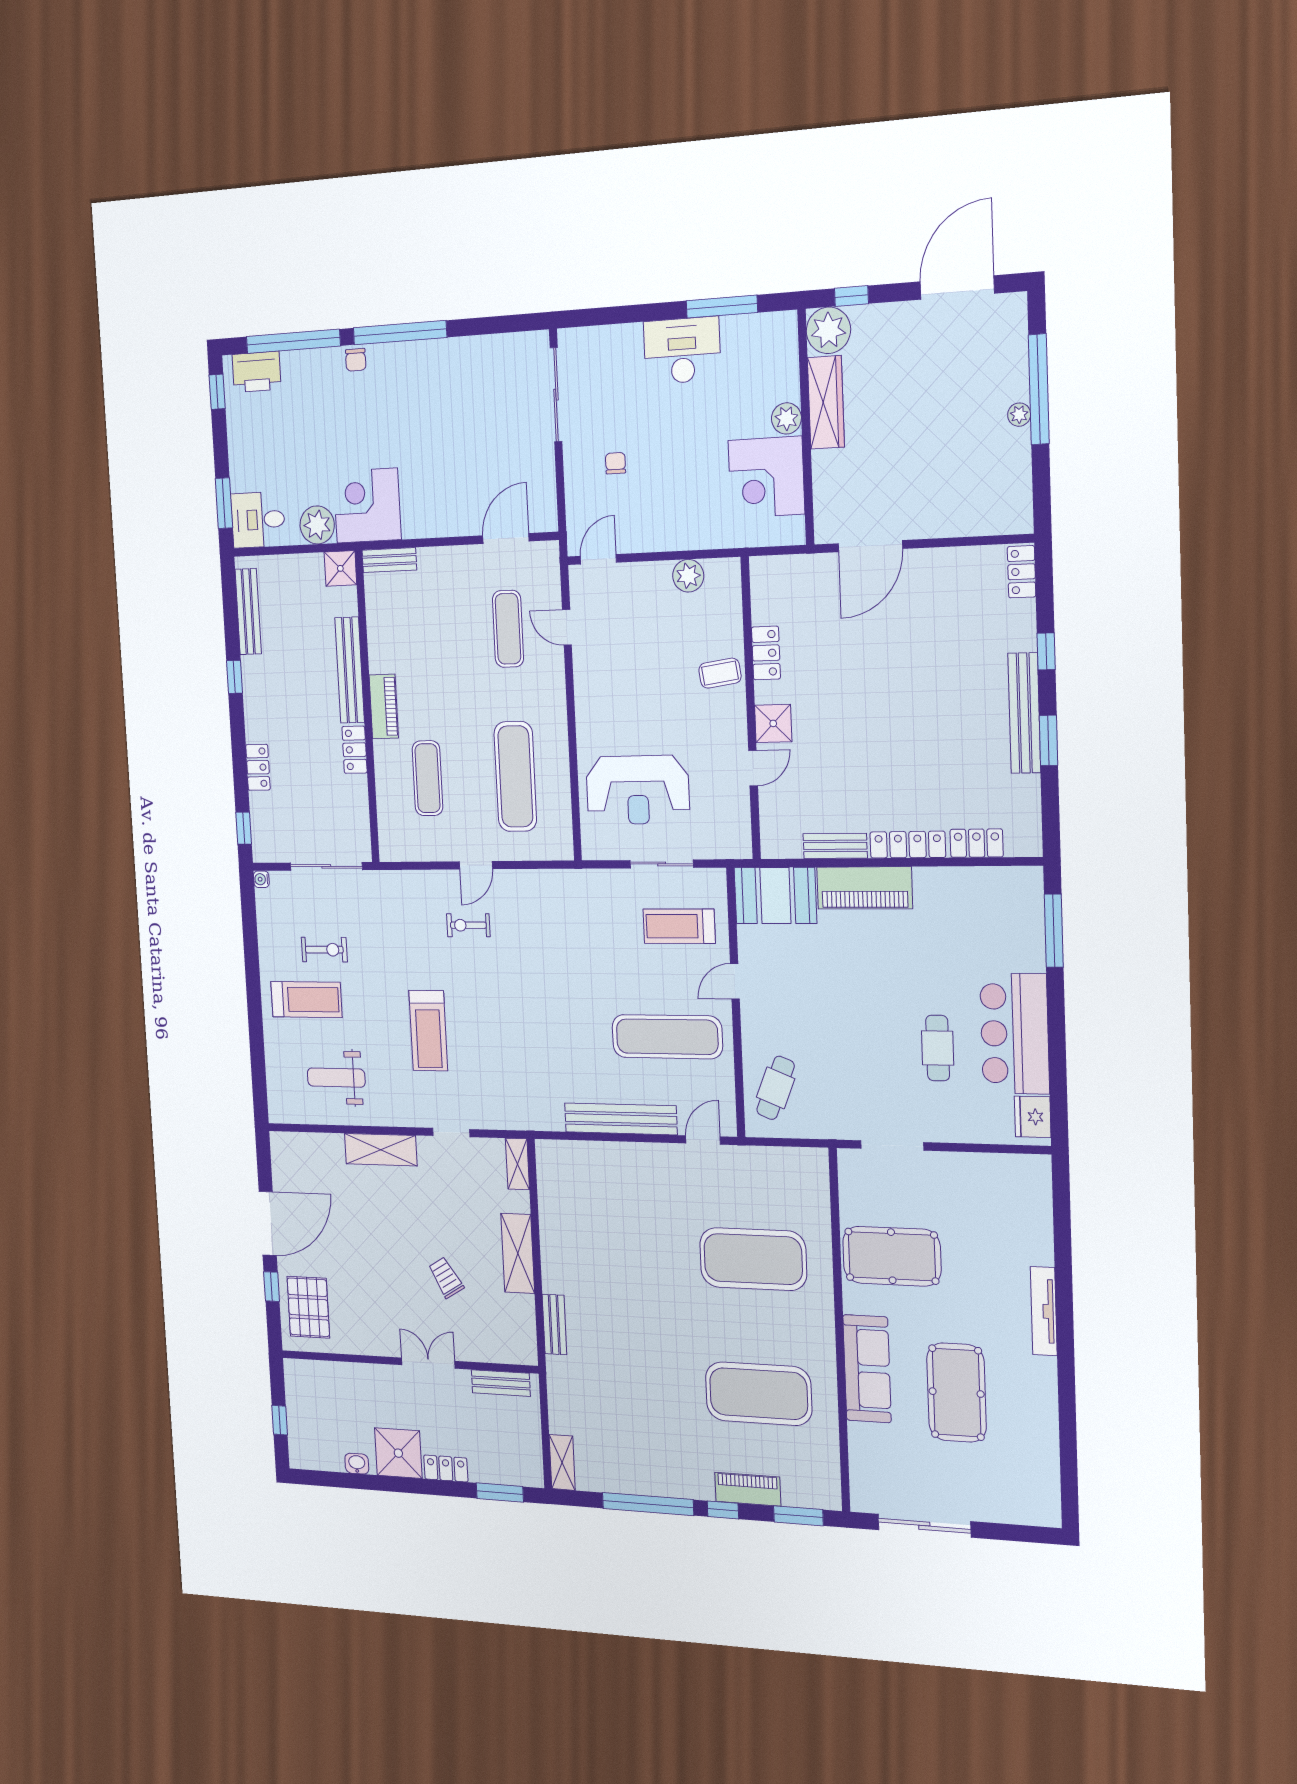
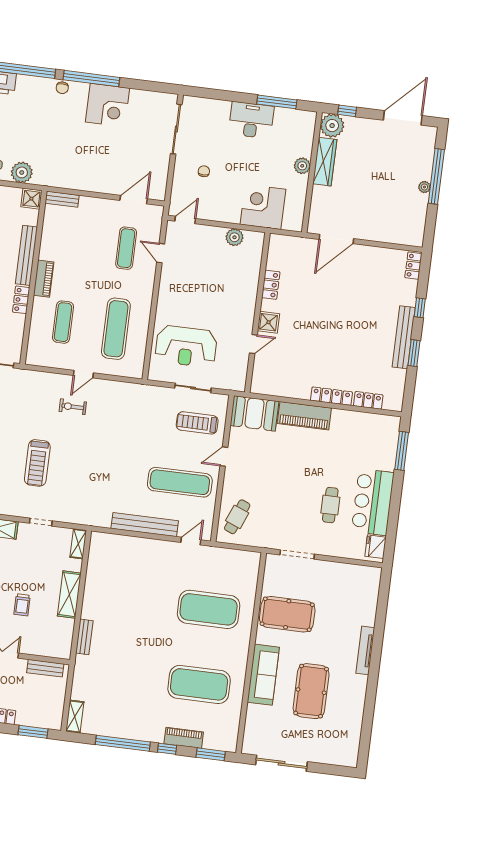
corner desk: (766, 477) -> (263, 207), moved, turned 90
corner desk: (367, 506) -> (107, 105), moved, turned 180
coffee table: (720, 673) -> (243, 291), removed
bench: (835, 846) -> (292, 391), removed
trolley: (446, 1278) -> (22, 605), turned -149

